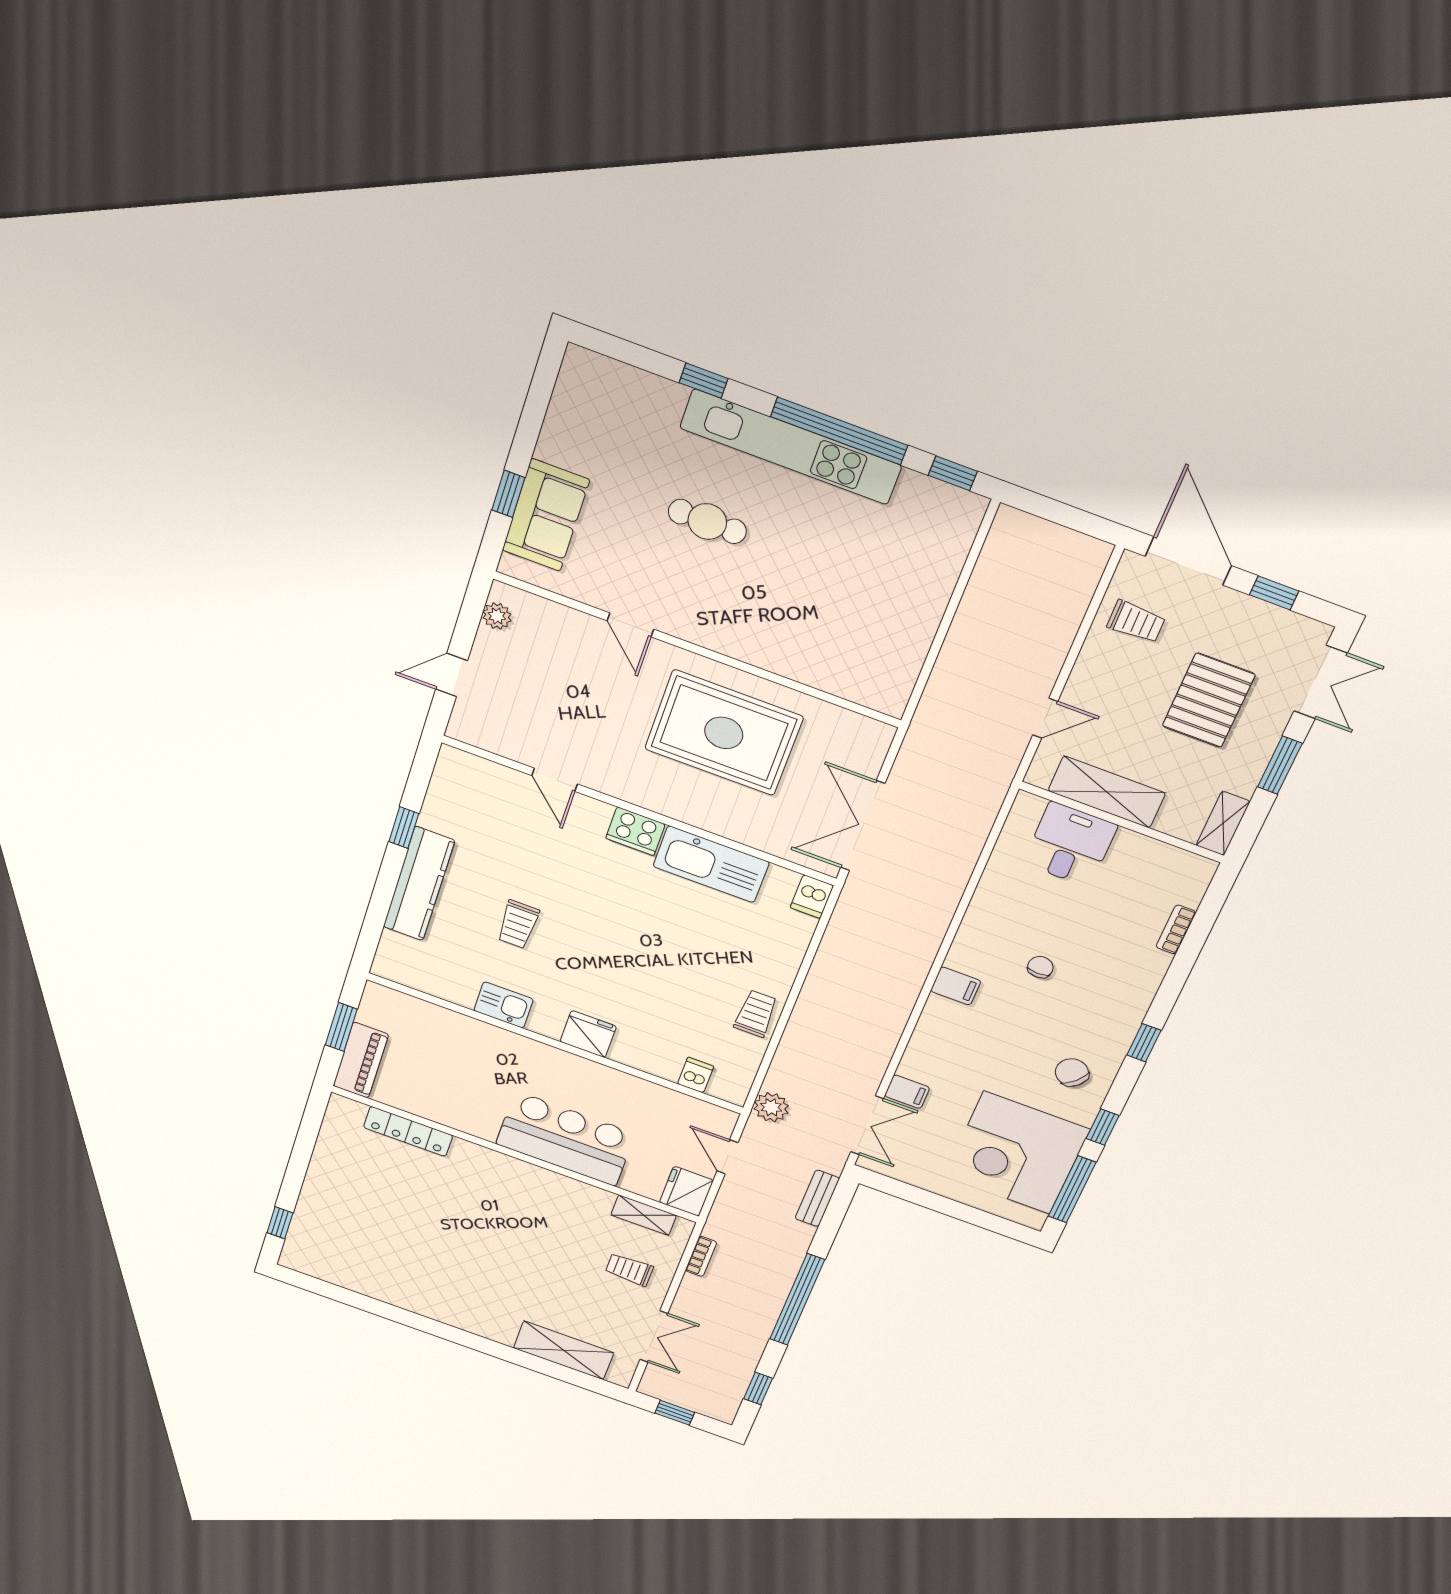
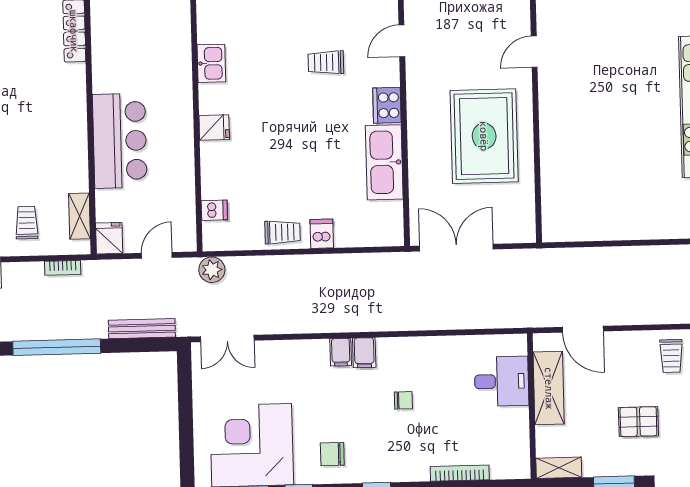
cafe table: (707, 521) -> (625, 74), removed
pallet: (1209, 700) -> (638, 422), width x0.67, depth x0.71
door: (1045, 718) -> (583, 329), width x1.37
dishwasher: (812, 897) -> (322, 234), moved, turned 90
trolley: (518, 924) -> (326, 62), moved
bookcase: (1176, 929) -> (460, 473), width x1.56
fridge: (588, 1034) -> (214, 127), width x0.72
chair: (1072, 1072) -> (332, 454), turned -132
filing cabinet: (907, 1092) -> (341, 352), moved
fridge: (686, 1191) -> (109, 238), width x0.72
bench: (817, 1198) -> (142, 329), width x1.36

